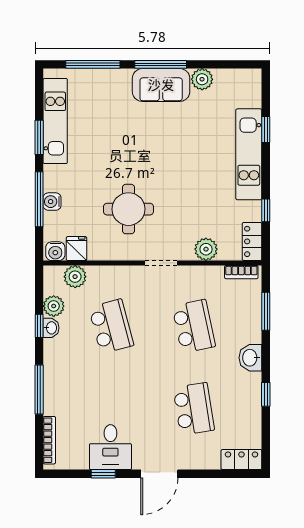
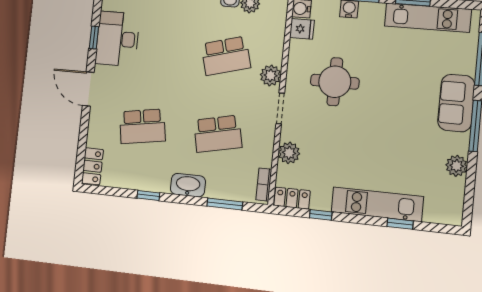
sofa: (161, 85) -> (456, 103), moved
plant: (75, 277) -> (271, 75), moved
washbasin: (250, 358) -> (188, 185), width x1.38
desk: (110, 447) -> (117, 39), width x1.37

